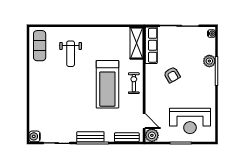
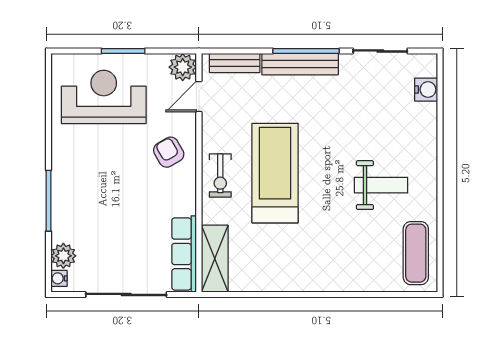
weight bench: (71, 54) -> (381, 185), moved, turned 90
plant: (209, 61) -> (63, 256), moved
armchair: (172, 75) -> (169, 152), moved
door: (144, 121) -> (199, 97), hinge flipped
water cooler: (35, 136) -> (426, 90), moved
bench: (90, 137) -> (300, 64), width x1.36

